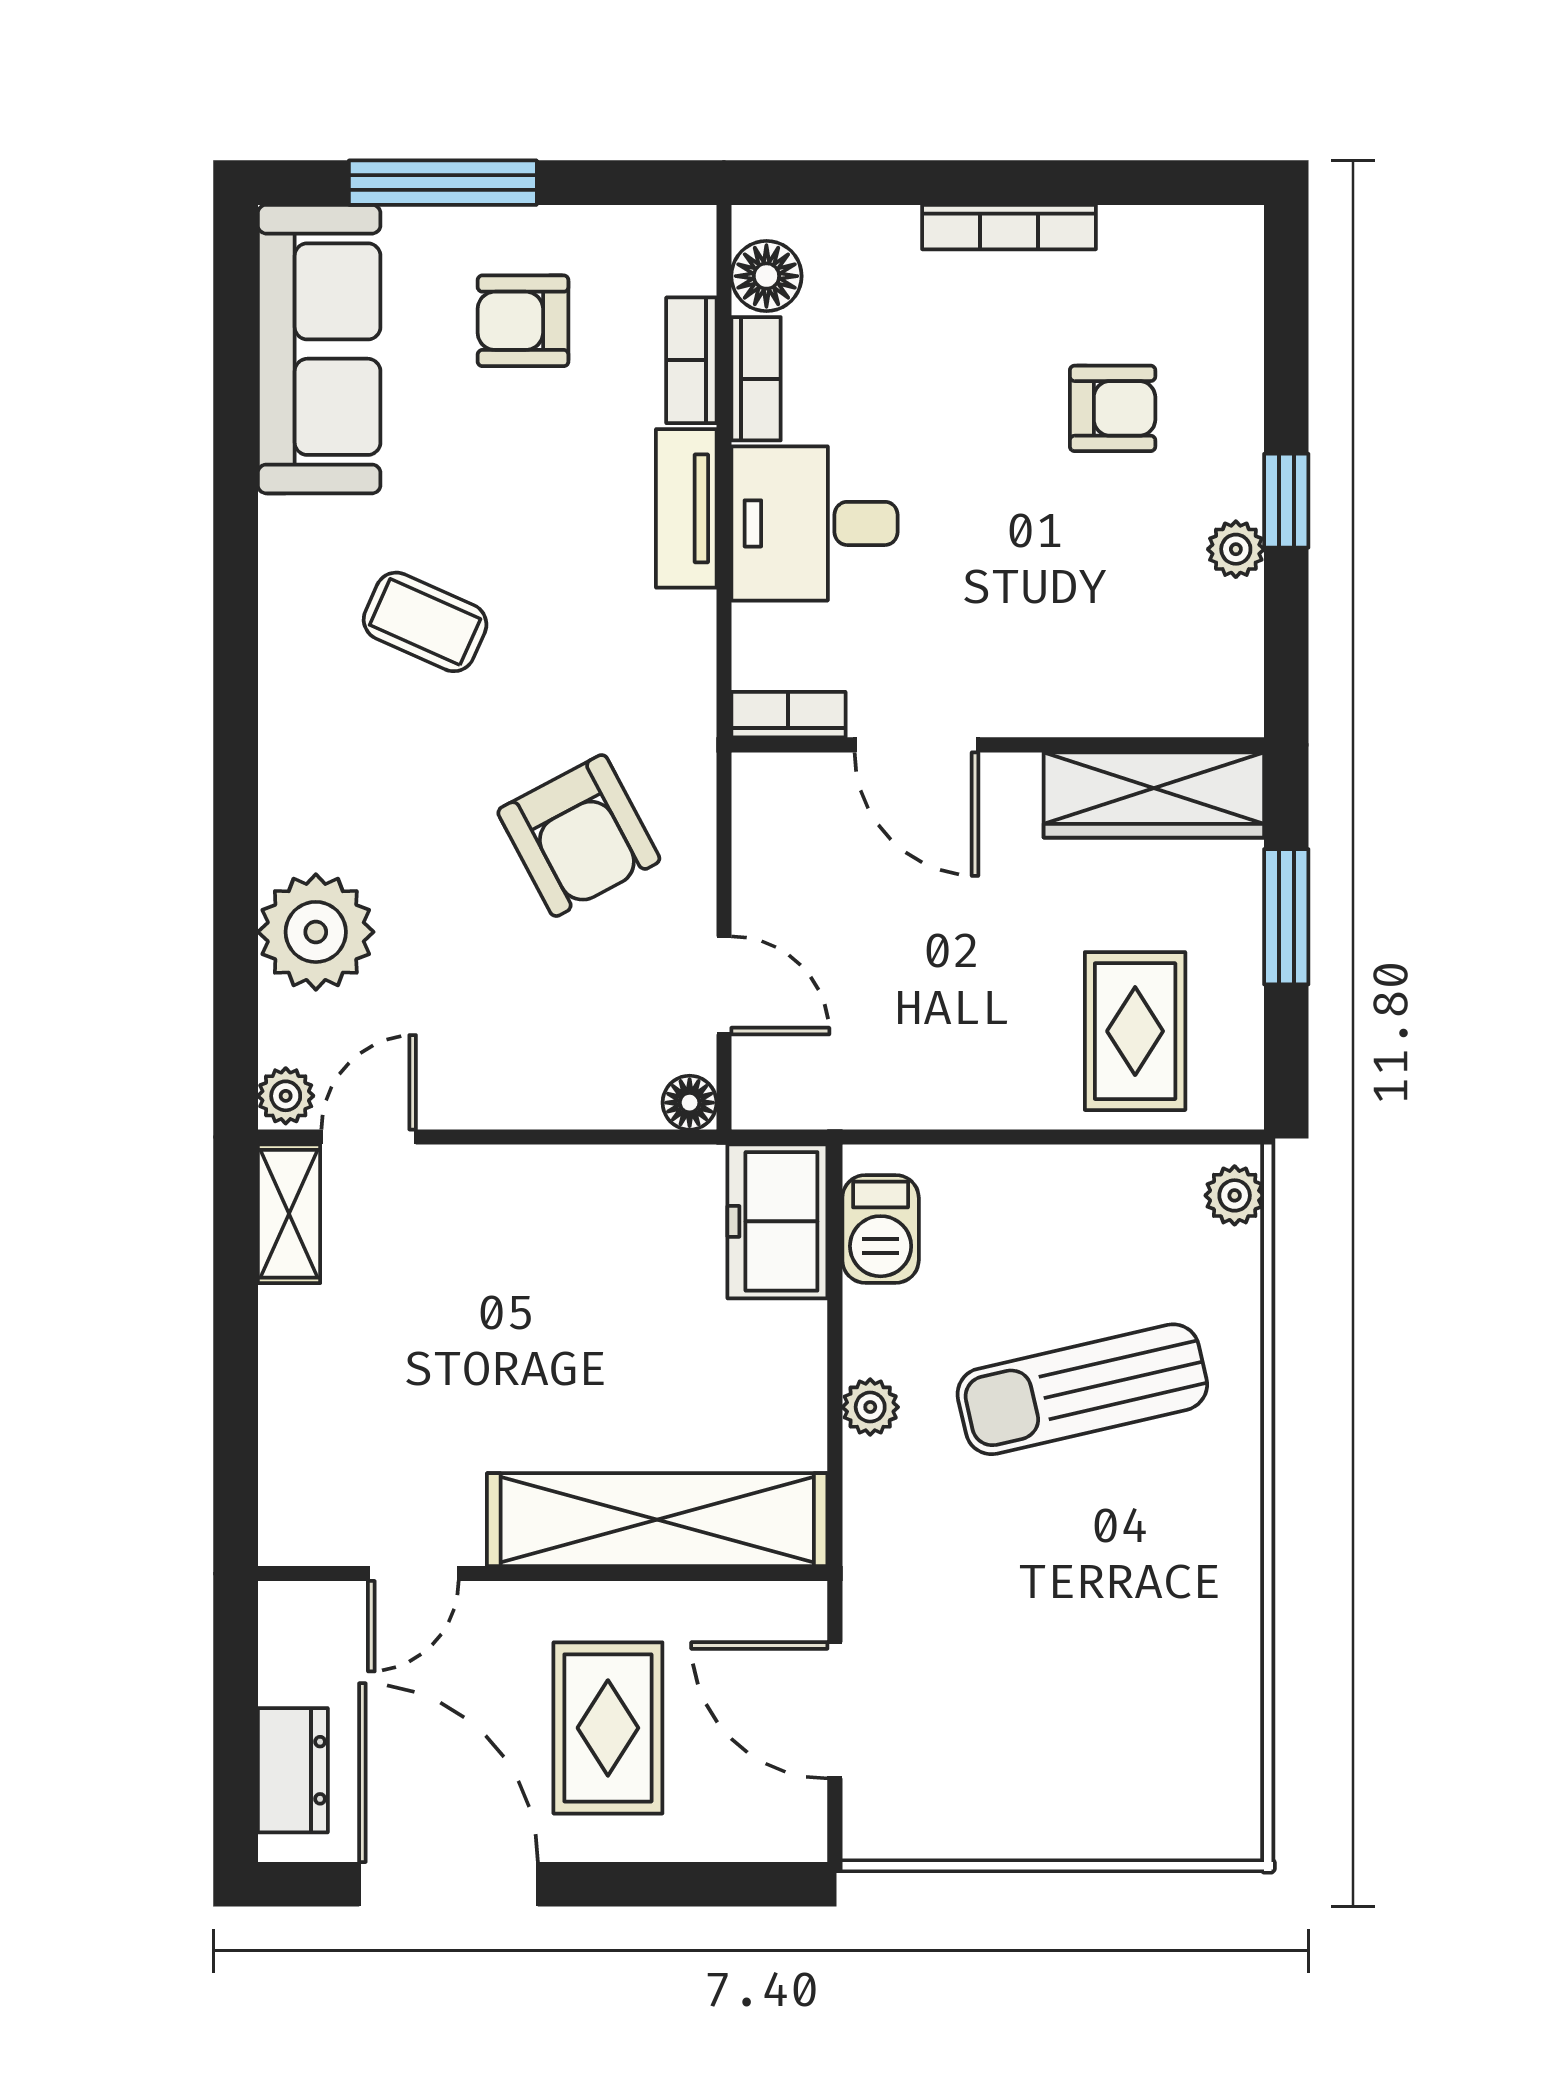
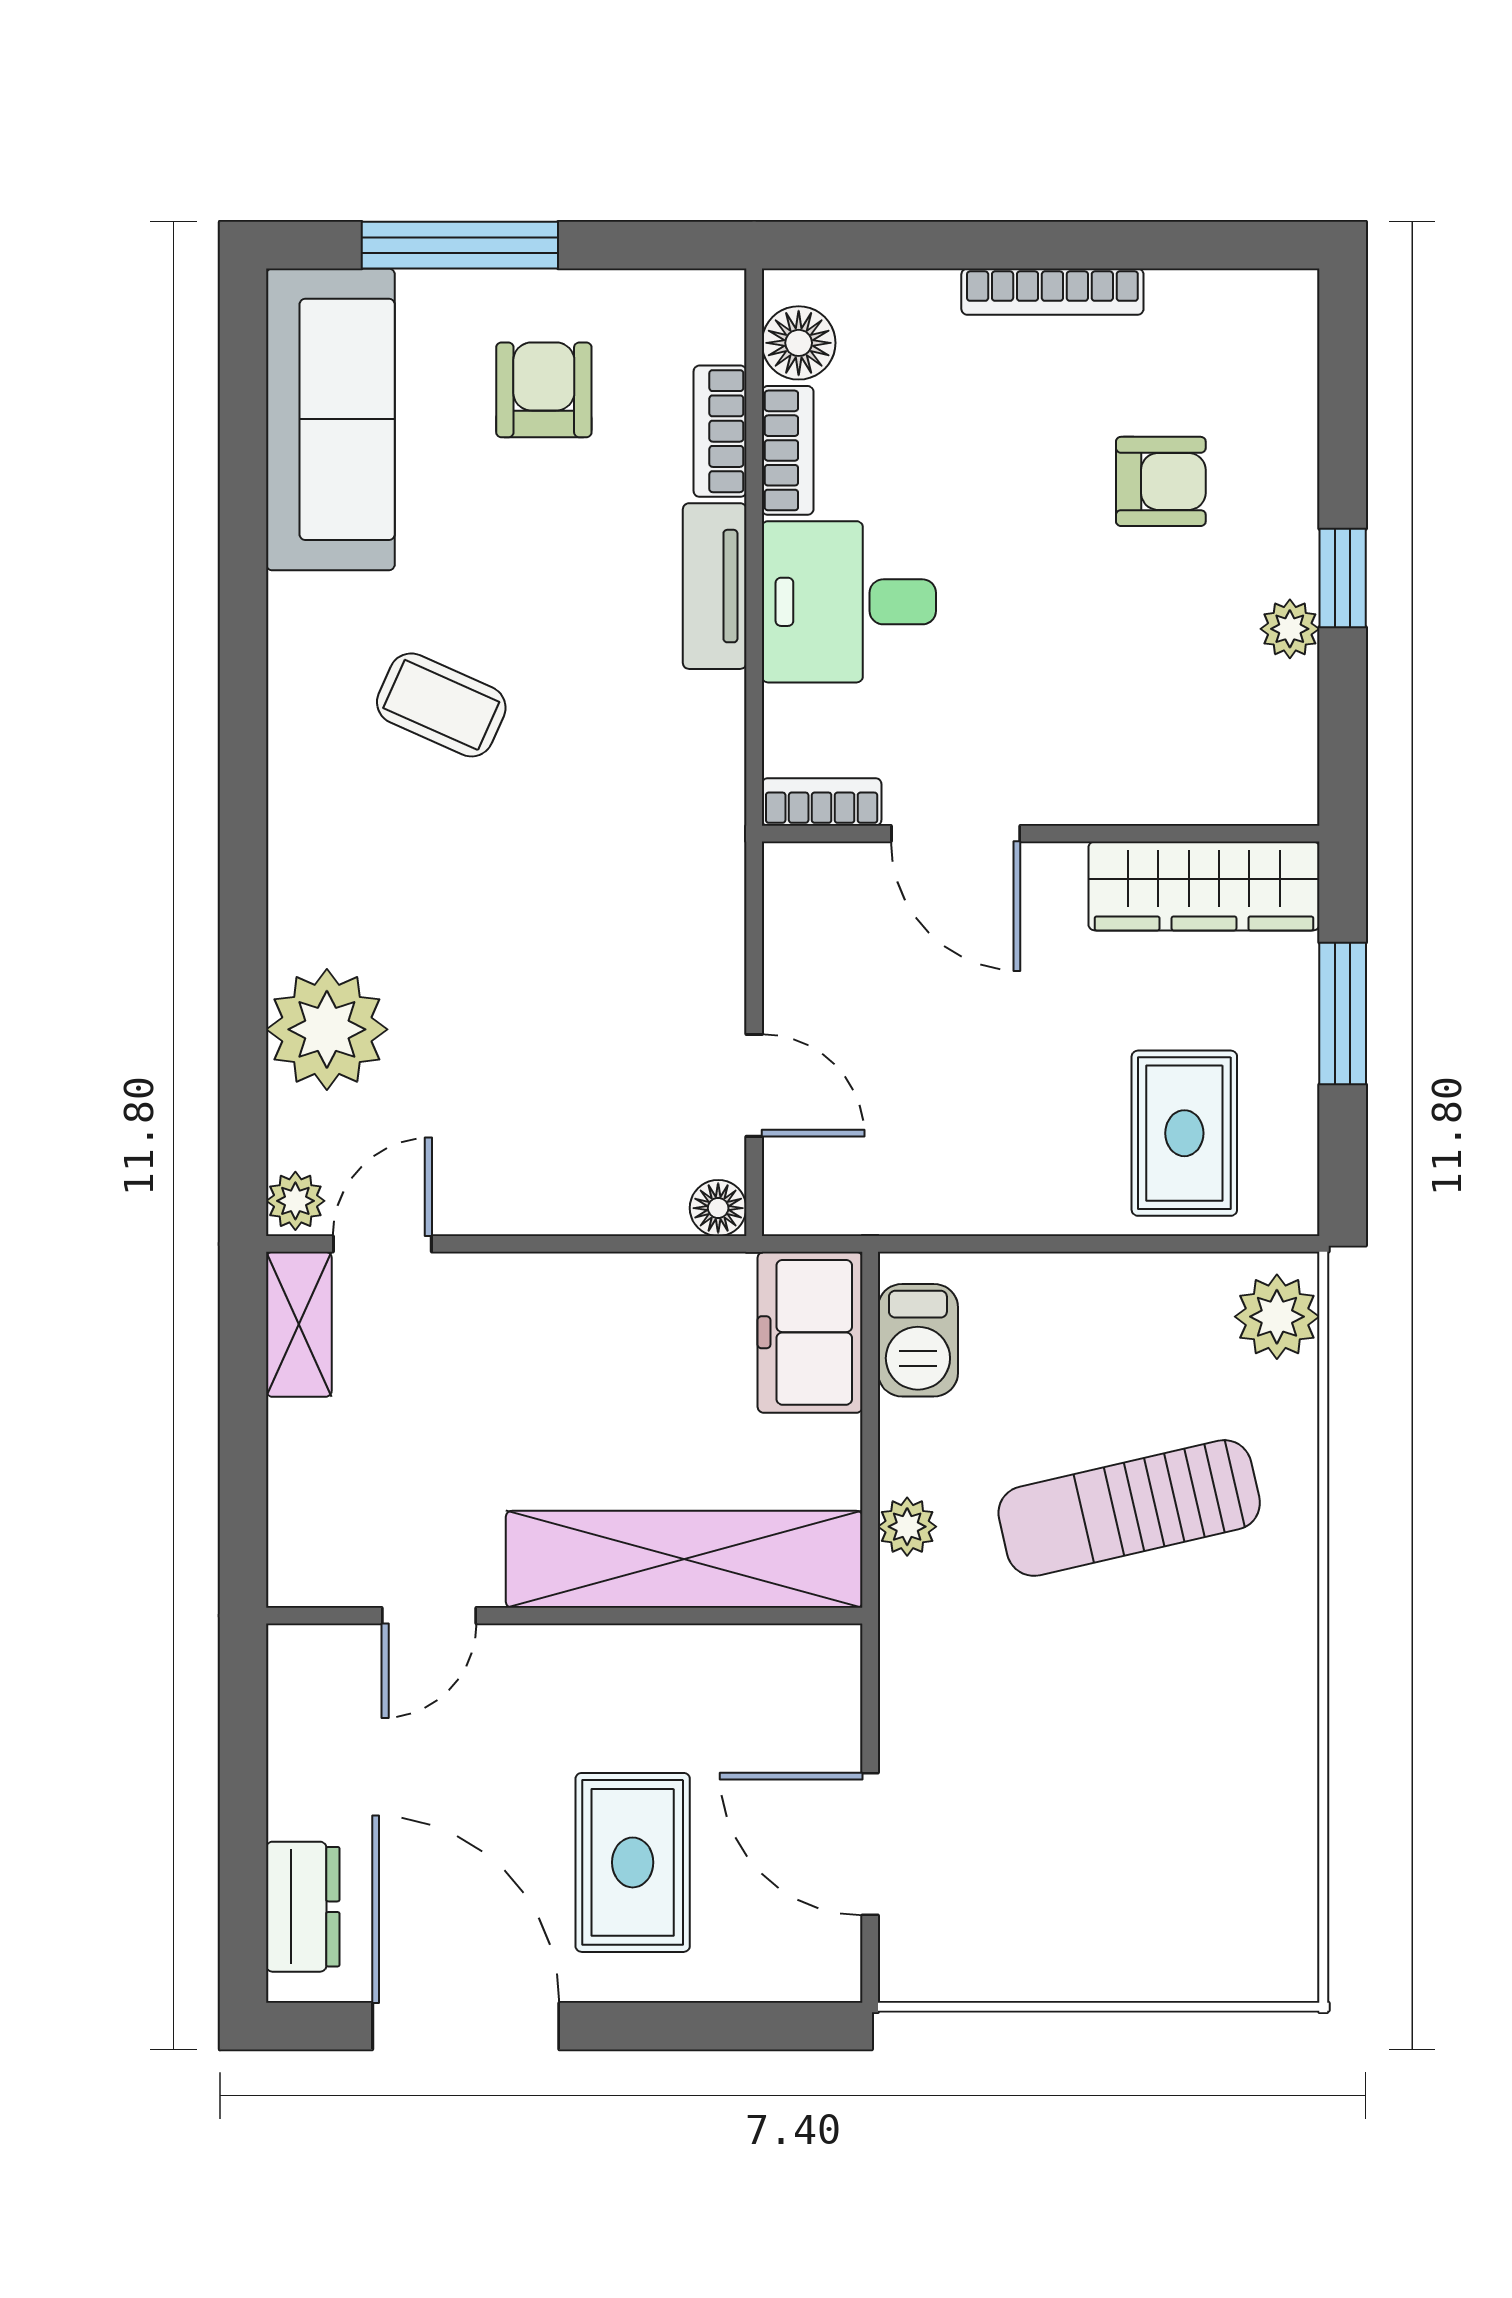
armchair: (523, 321) -> (544, 390), turned 90
armchair: (579, 836) -> (602, 928), removed
plant: (1235, 1195) -> (1277, 1317), width x1.38, depth x1.38
shelving: (657, 1520) -> (684, 1559), moved
door: (413, 1574) -> (429, 1616), moved
wall: (543, 1574) -> (564, 1616), moved

